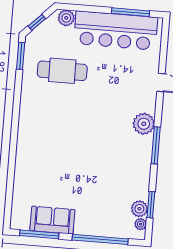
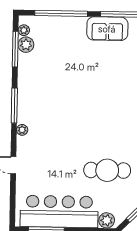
plant: (144, 124) -> (22, 130), width x0.53, depth x0.53
window: (151, 205) -> (15, 49), width x1.44

